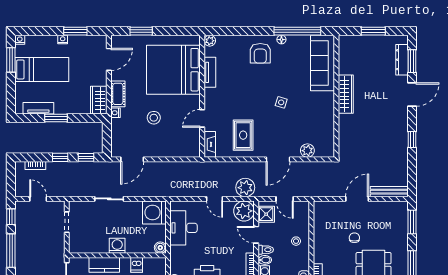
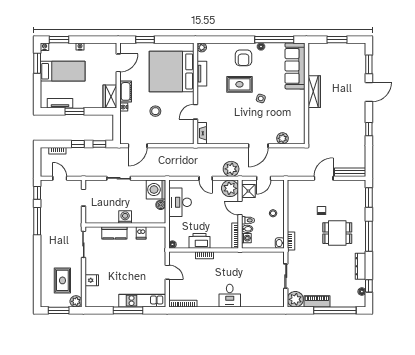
window: (75, 31) -> (59, 40), moved
dresser: (402, 60) -> (361, 63), removed
rug: (243, 135) -> (239, 84), moved, turned 90
door: (285, 199) -> (264, 178), hinge flipped
boiler: (160, 248) -> (161, 205), moved

